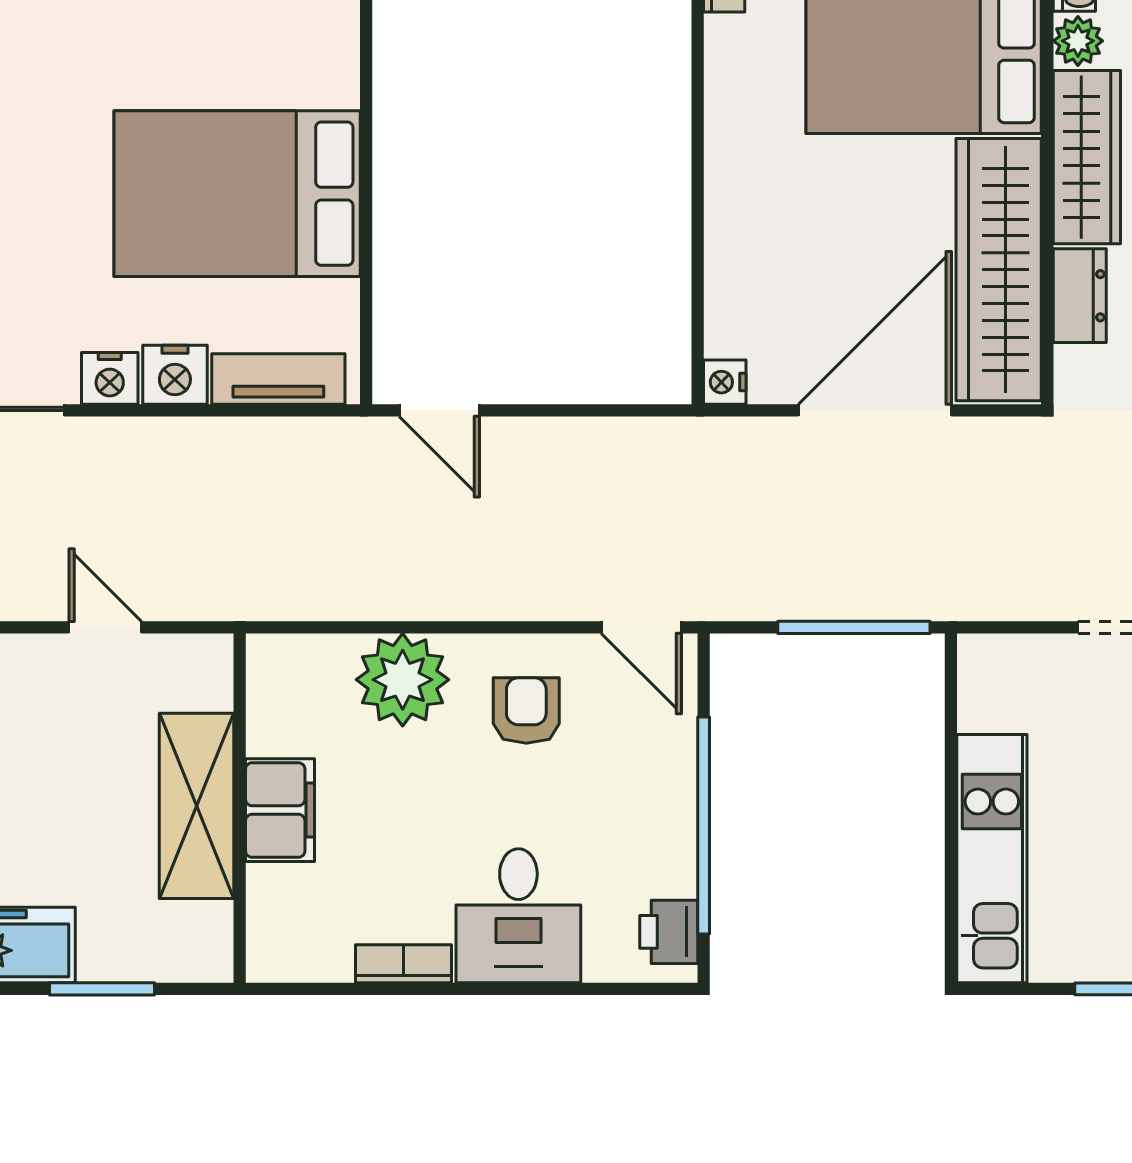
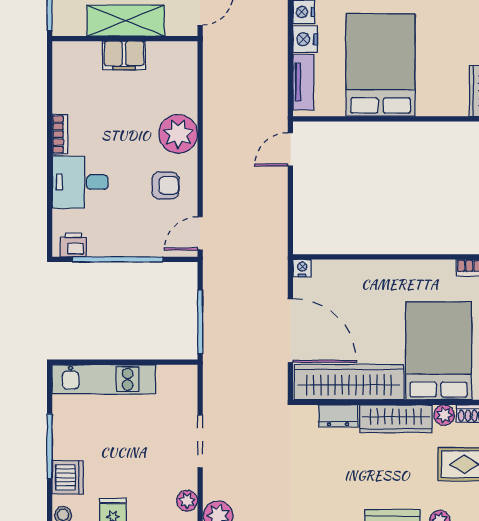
shelving: (196, 806) -> (126, 21), moved
wall: (240, 808) -> (125, 39), moved
filing cabinet: (280, 810) -> (124, 55), moved

